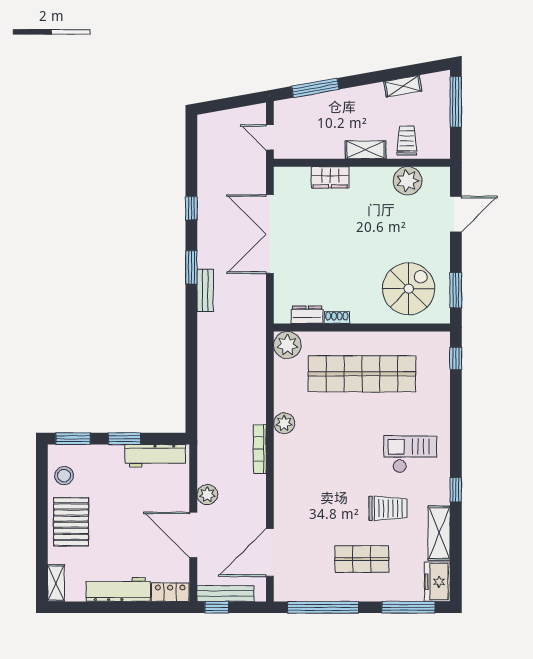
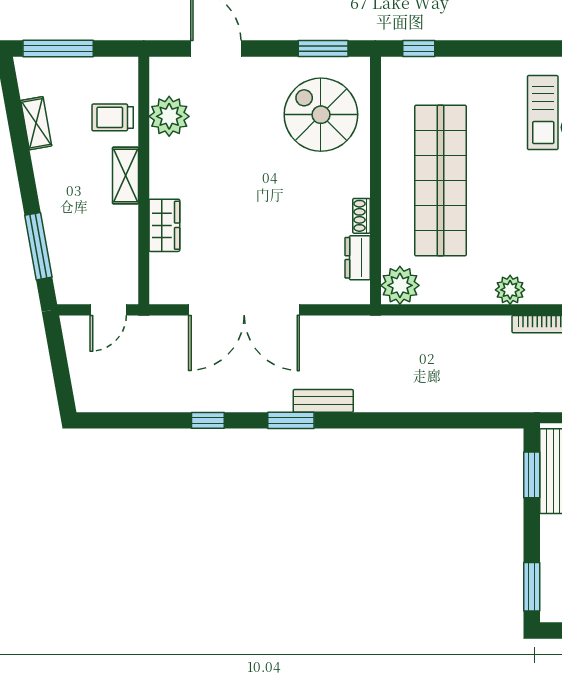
window: (124, 439) -> (532, 475), moved

